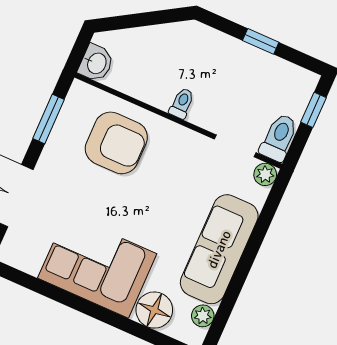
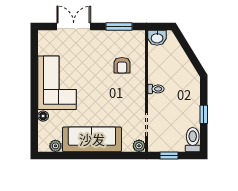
window: (313, 110) -> (169, 155), moved
toilet: (279, 138) -> (193, 140), moved, turned -90
armchair: (116, 143) -> (122, 65), width x0.53, depth x0.53
floor lamp: (154, 310) -> (43, 116), width x0.53, depth x0.53

